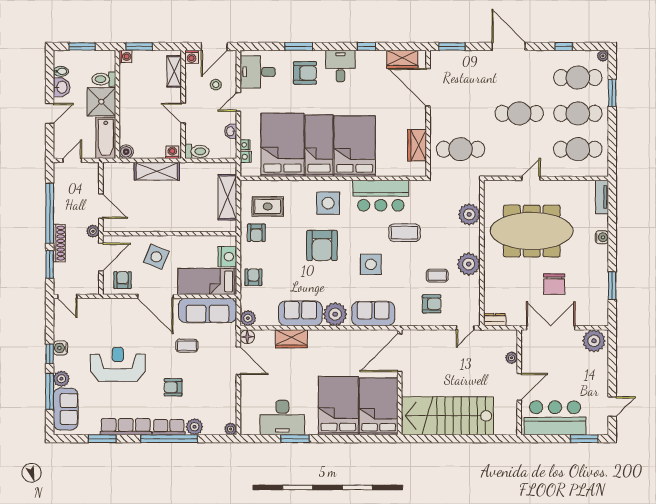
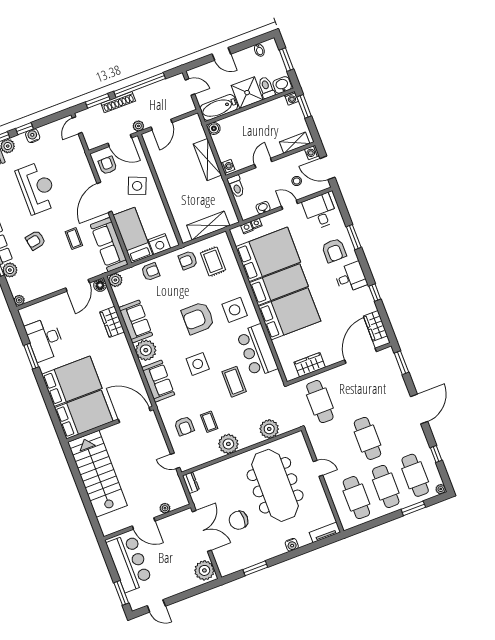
washbasin: (62, 87) -> (282, 85), moved, turned 180
armchair: (122, 280) -> (108, 165), turned -90
armchair: (173, 387) -> (35, 240), turned -101

